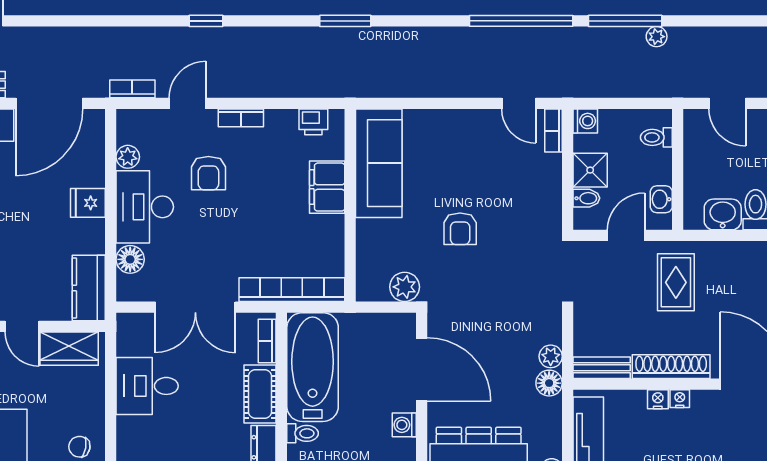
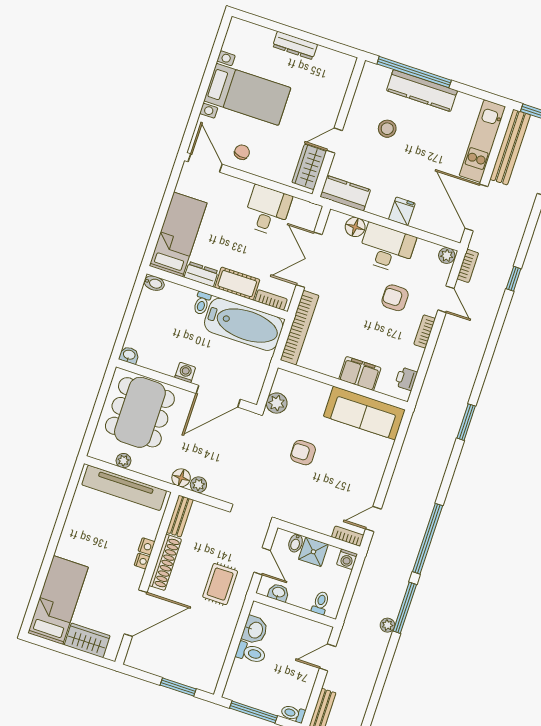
window: (206, 21) -> (514, 279), moved
plant: (128, 157) -> (447, 255), moved
rug: (676, 282) -> (220, 584), turned 90

